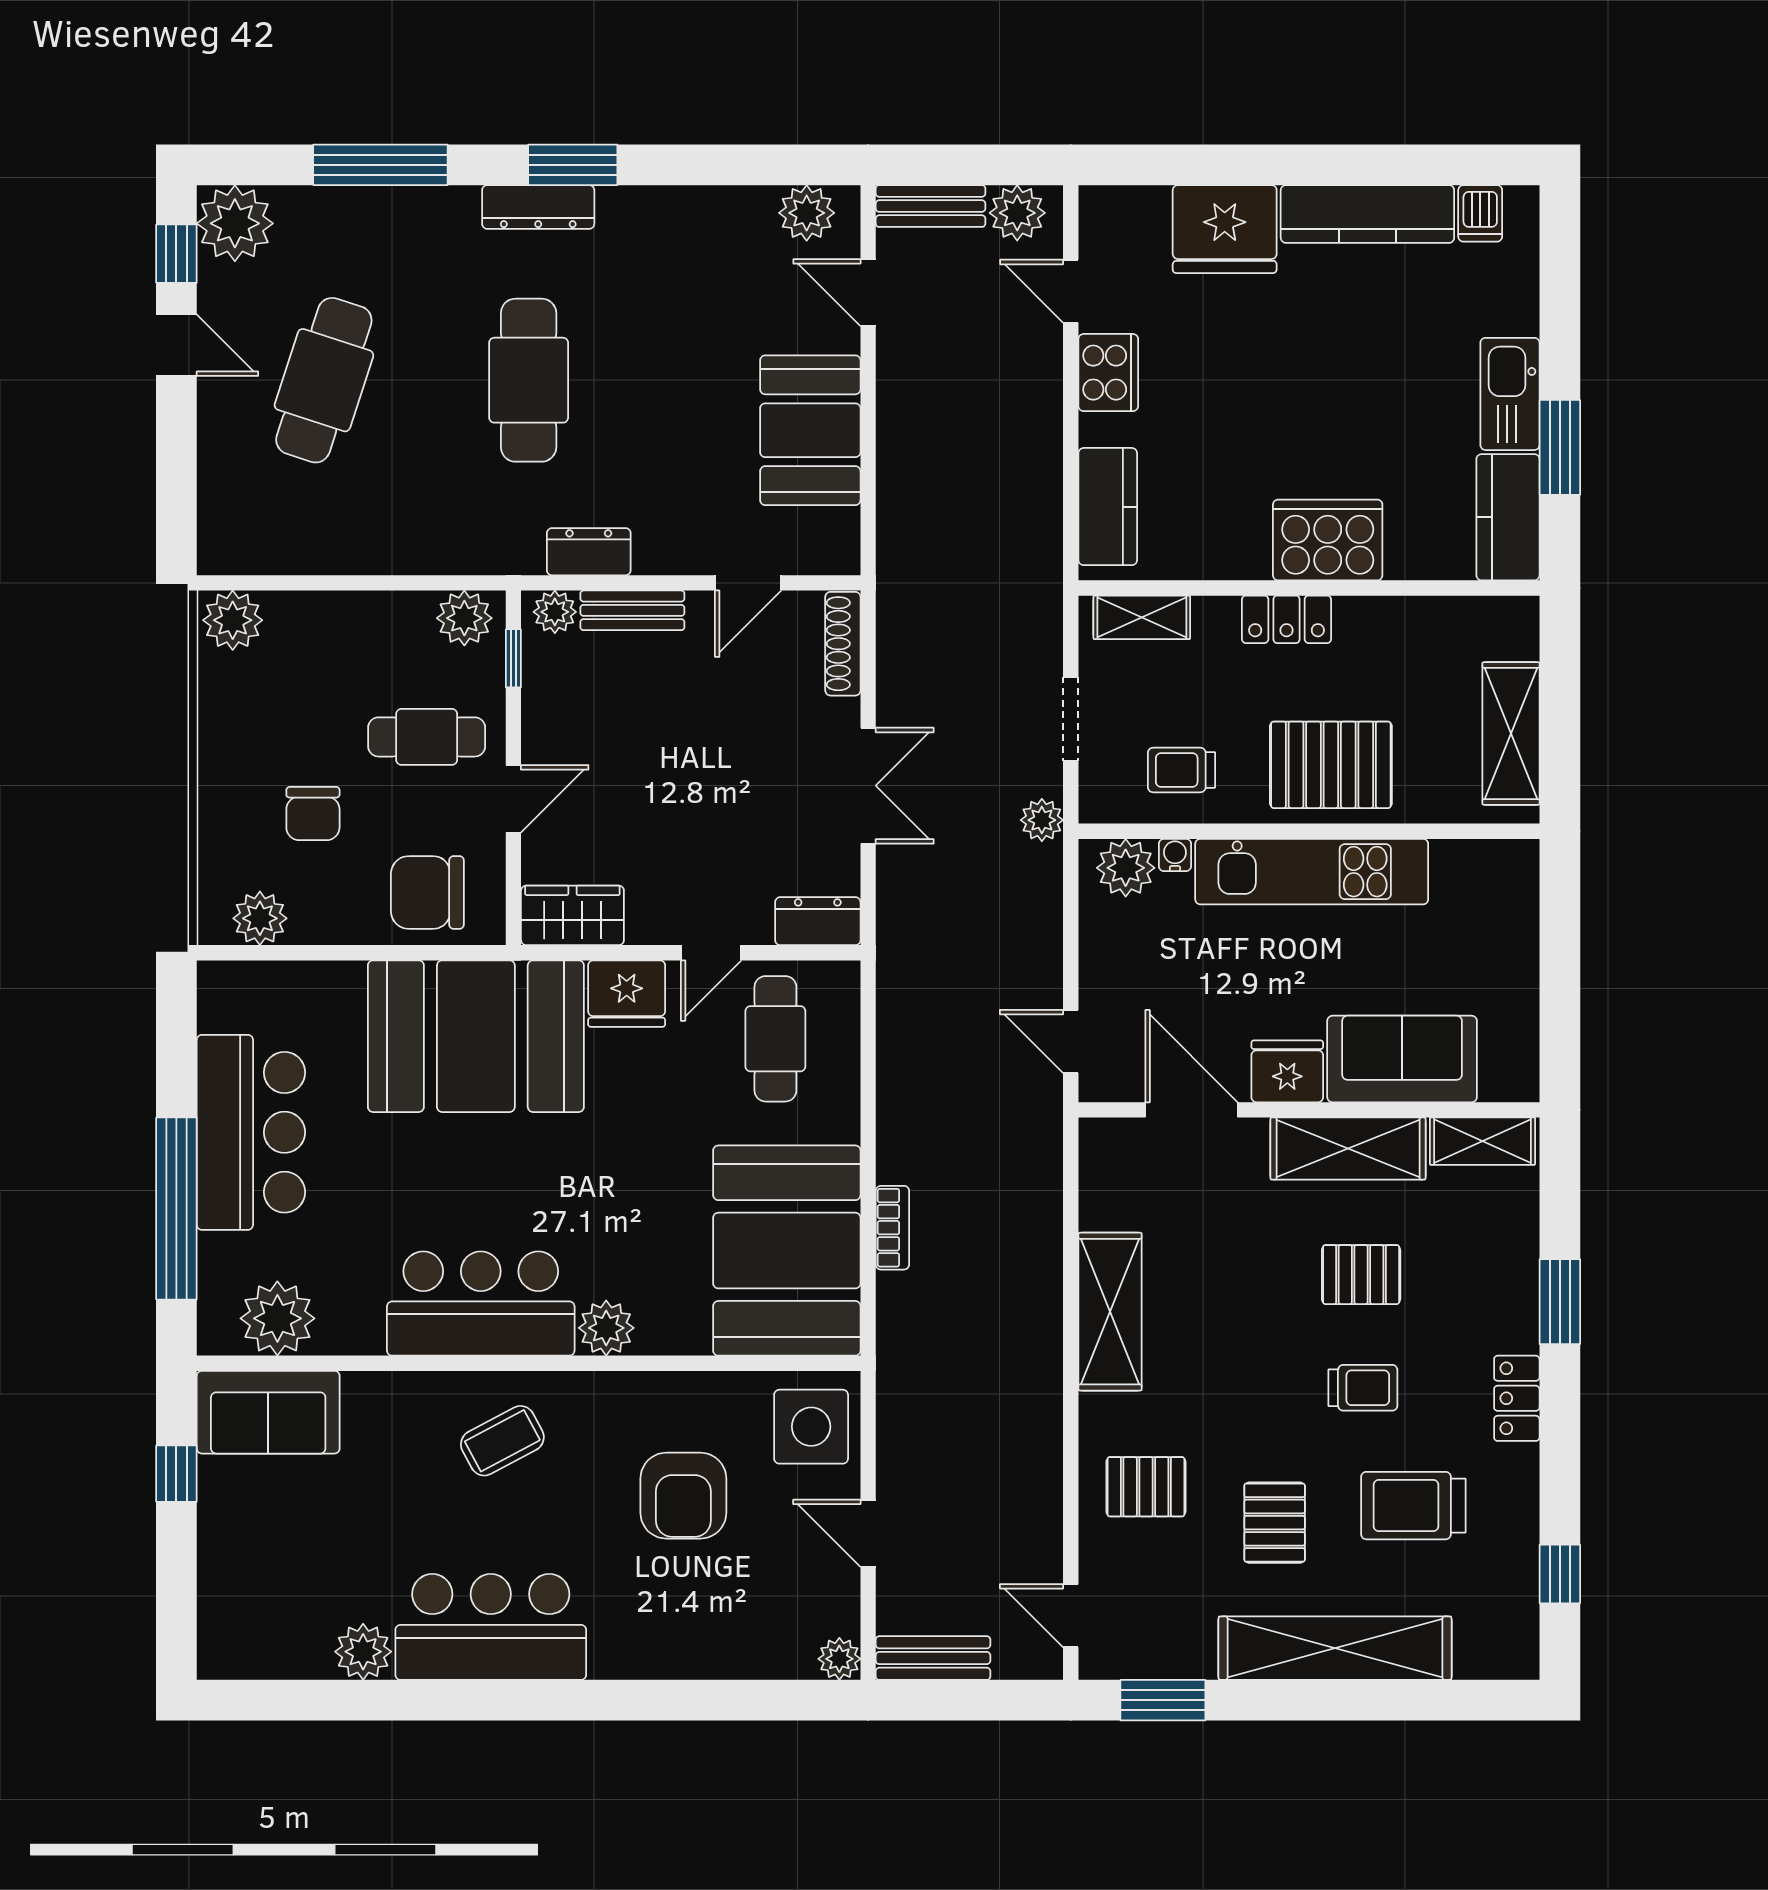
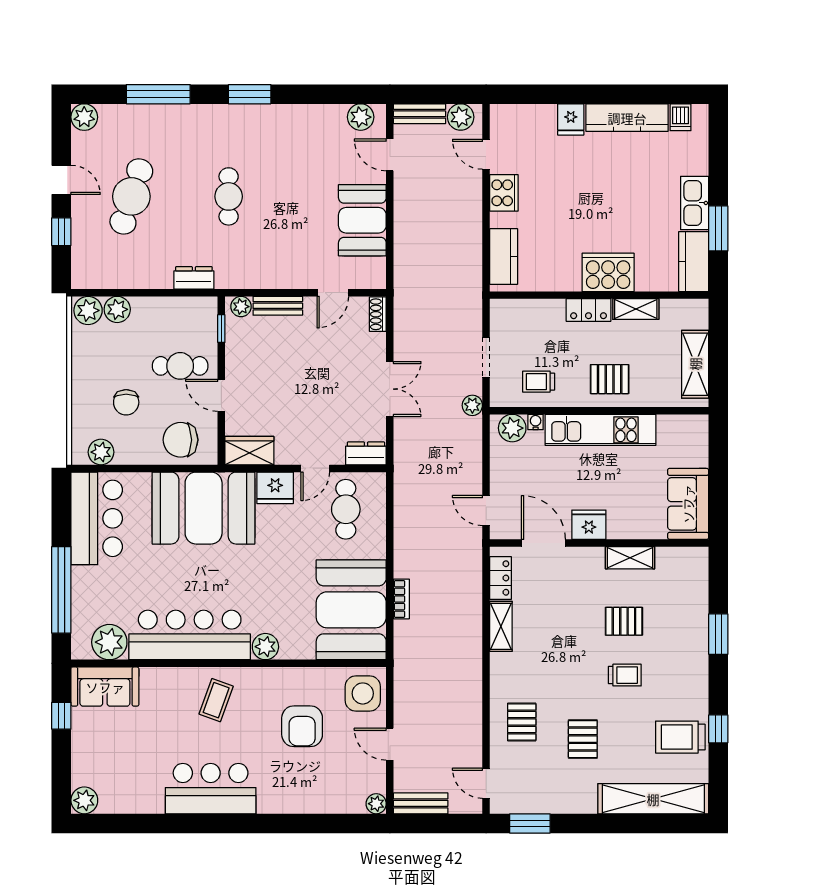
dresser: (538, 207) -> (233, 114), removed
plant: (235, 223) -> (84, 117), width x0.73, depth x0.73
fridge: (1225, 229) -> (571, 119), width x0.53, depth x0.75
window: (176, 254) -> (61, 232), moved
cafe table: (529, 380) -> (229, 196), width x0.73, depth x0.74
dresser: (589, 552) -> (194, 278), moved
shelving: (1142, 617) -> (636, 309), moved
plant: (464, 618) -> (117, 309), moved
shoe rack: (843, 644) -> (378, 314), width x0.70
pallet: (1331, 765) -> (610, 379), width x0.67, depth x0.71
door: (513, 799) -> (221, 395), swing flipped
sofa: (1402, 1059) -> (688, 504), moved, turned -90
bar counter: (251, 1132) -> (97, 518), moved
shelving: (1482, 1141) -> (682, 558), removed
shelving: (1348, 1149) -> (630, 558), width x0.67, depth x0.75
bar counter: (481, 1304) -> (190, 635), width x1.36
shelving: (1110, 1312) -> (501, 626), width x0.67, depth x0.75
locker: (1517, 1398) -> (500, 578), moved, turned 180
coffee table: (502, 1441) -> (216, 700), turned -42
pallet: (1146, 1487) -> (522, 722), turned 90
trolley: (1413, 1506) -> (680, 737), moved
window: (1560, 1574) -> (718, 729), moved
shelving: (1335, 1648) -> (653, 799), moved
plant: (363, 1652) -> (84, 800), moved

